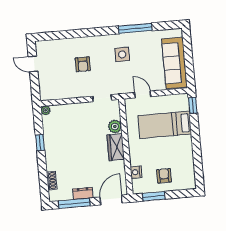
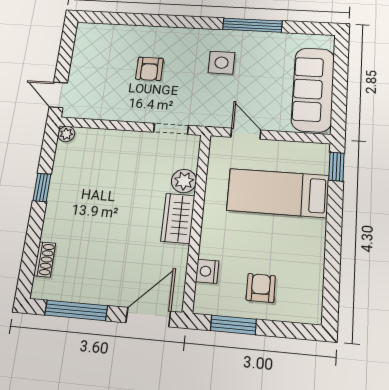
door: (33, 64) -> (58, 95), moved
dresser: (83, 193) -> (97, 294), removed

